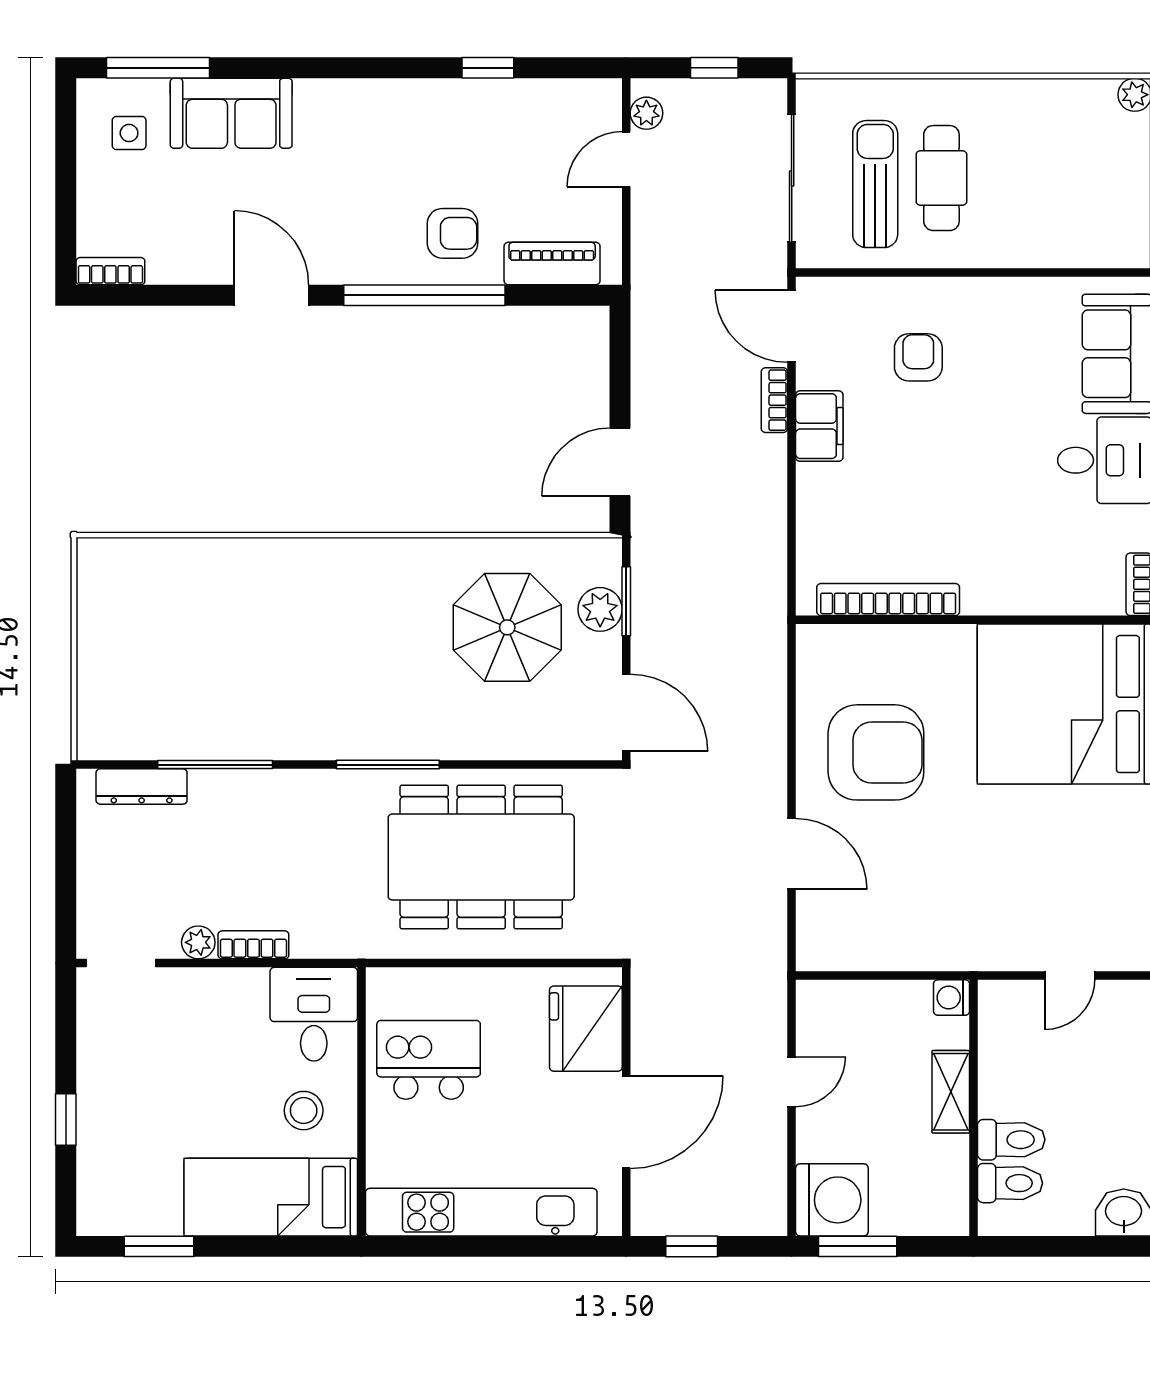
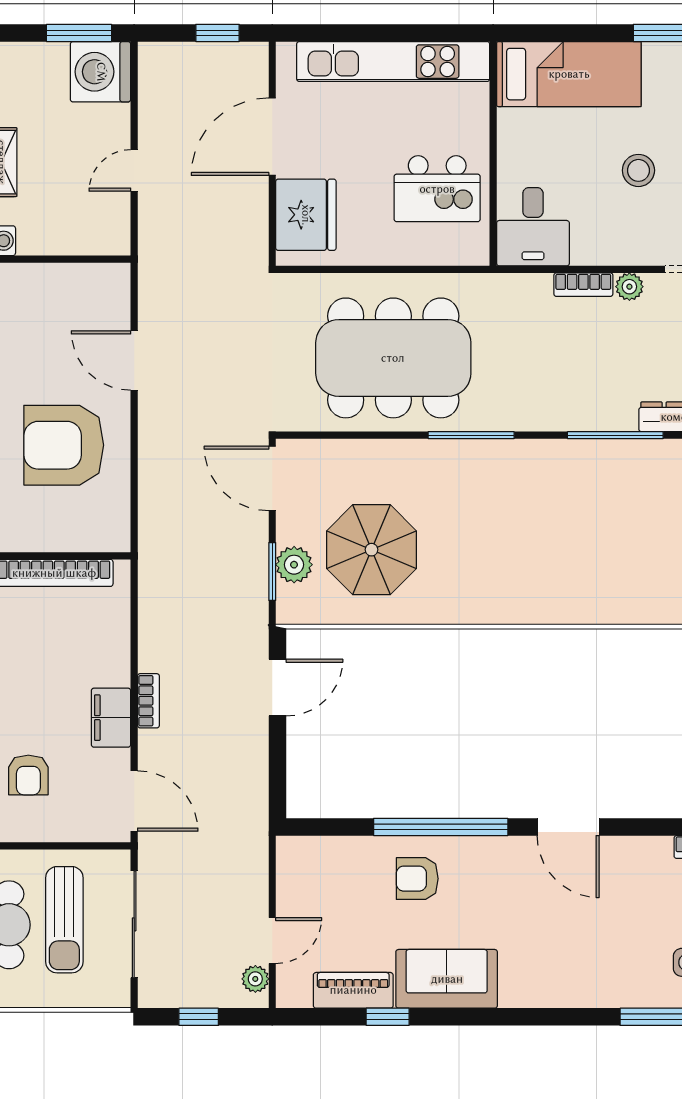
sofa: (231, 113) -> (447, 979), moved
piano: (552, 263) -> (353, 990), moved, turned 180
bookcase: (774, 400) -> (148, 701), moved
stool: (304, 1111) -> (638, 170), moved

